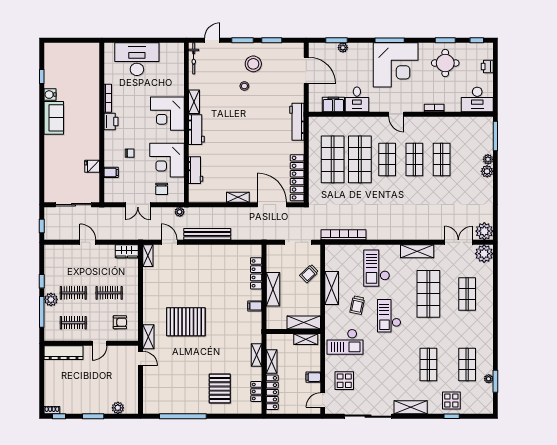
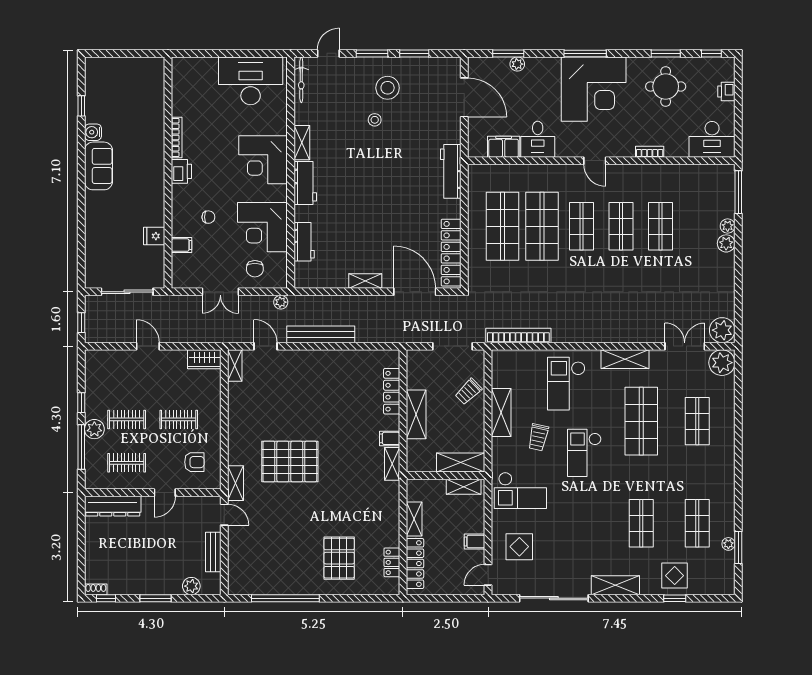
desk: (137, 59) -> (251, 81), moved
shelving: (256, 355) -> (392, 464), moved
bench: (133, 384) -> (213, 552), added

